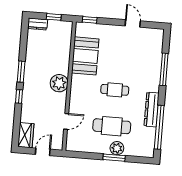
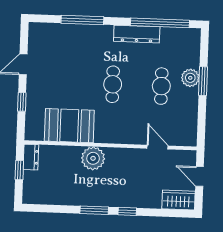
window: (90, 20) -> (22, 102), moved
dresser: (38, 24) -> (31, 157), moved
plant: (59, 83) -> (93, 158), moved
cafe table: (112, 126) -> (161, 86), width x0.73, depth x0.74

